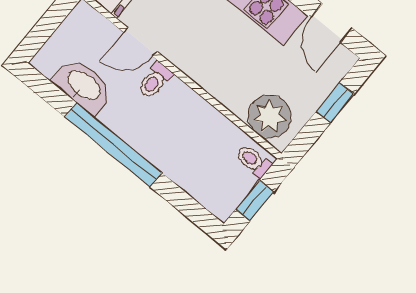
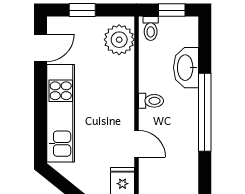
toilet: (155, 81) -> (151, 101), moved
washbasin: (83, 86) -> (186, 68), moved

